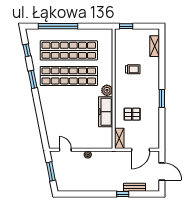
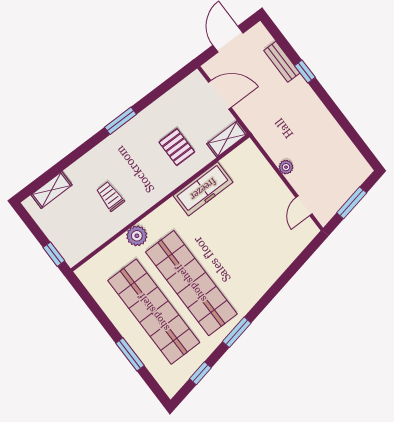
window: (58, 26) -> (130, 354), width x0.47
plant: (107, 90) -> (137, 236), moved

